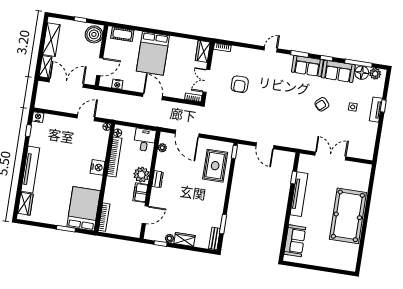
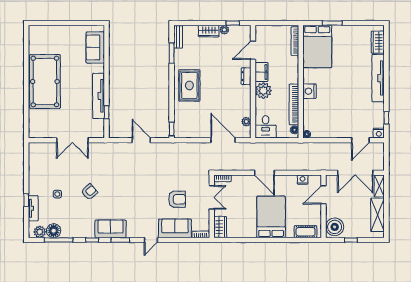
sofa: (338, 71) -> (175, 228), moved
armchair: (240, 84) -> (177, 199), turned 90
tv unit: (376, 110) -> (33, 208), moved
door: (86, 118) -> (360, 140), moved
rug: (215, 166) -> (189, 85), moved
dresser: (158, 179) -> (246, 76), moved

